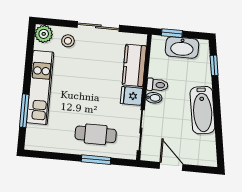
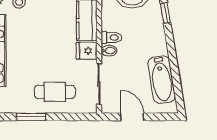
bathtub: (202, 110) -> (162, 80), moved
window: (96, 160) -> (31, 117), moved

